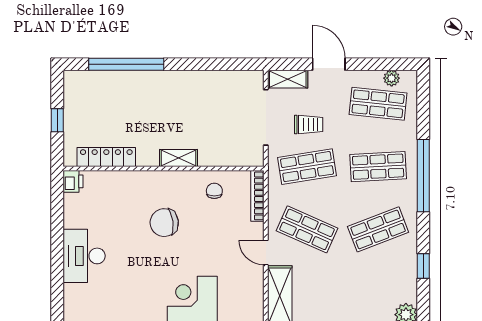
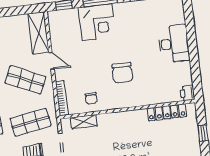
shelving: (178, 158) -> (84, 122), moved
chair: (164, 223) -> (122, 73), turned 98

